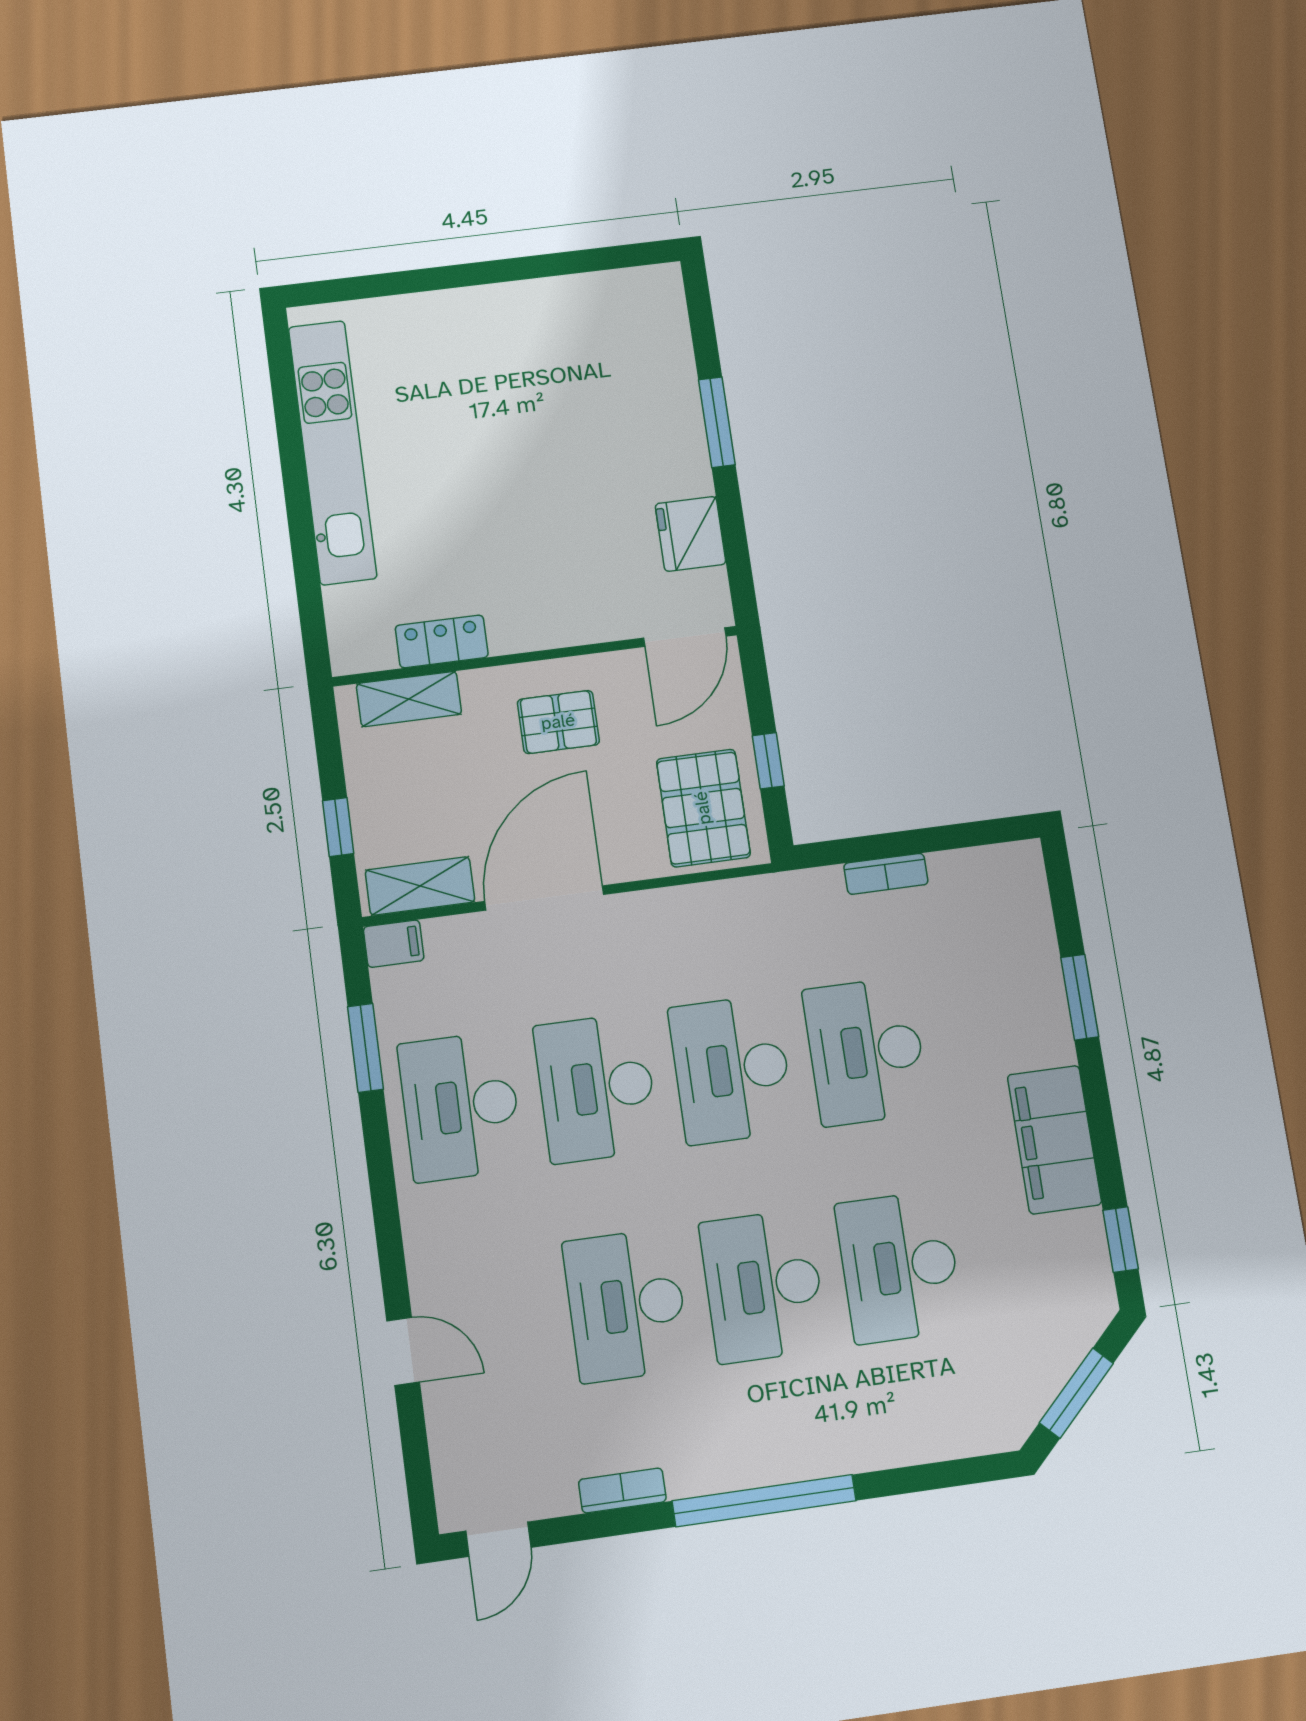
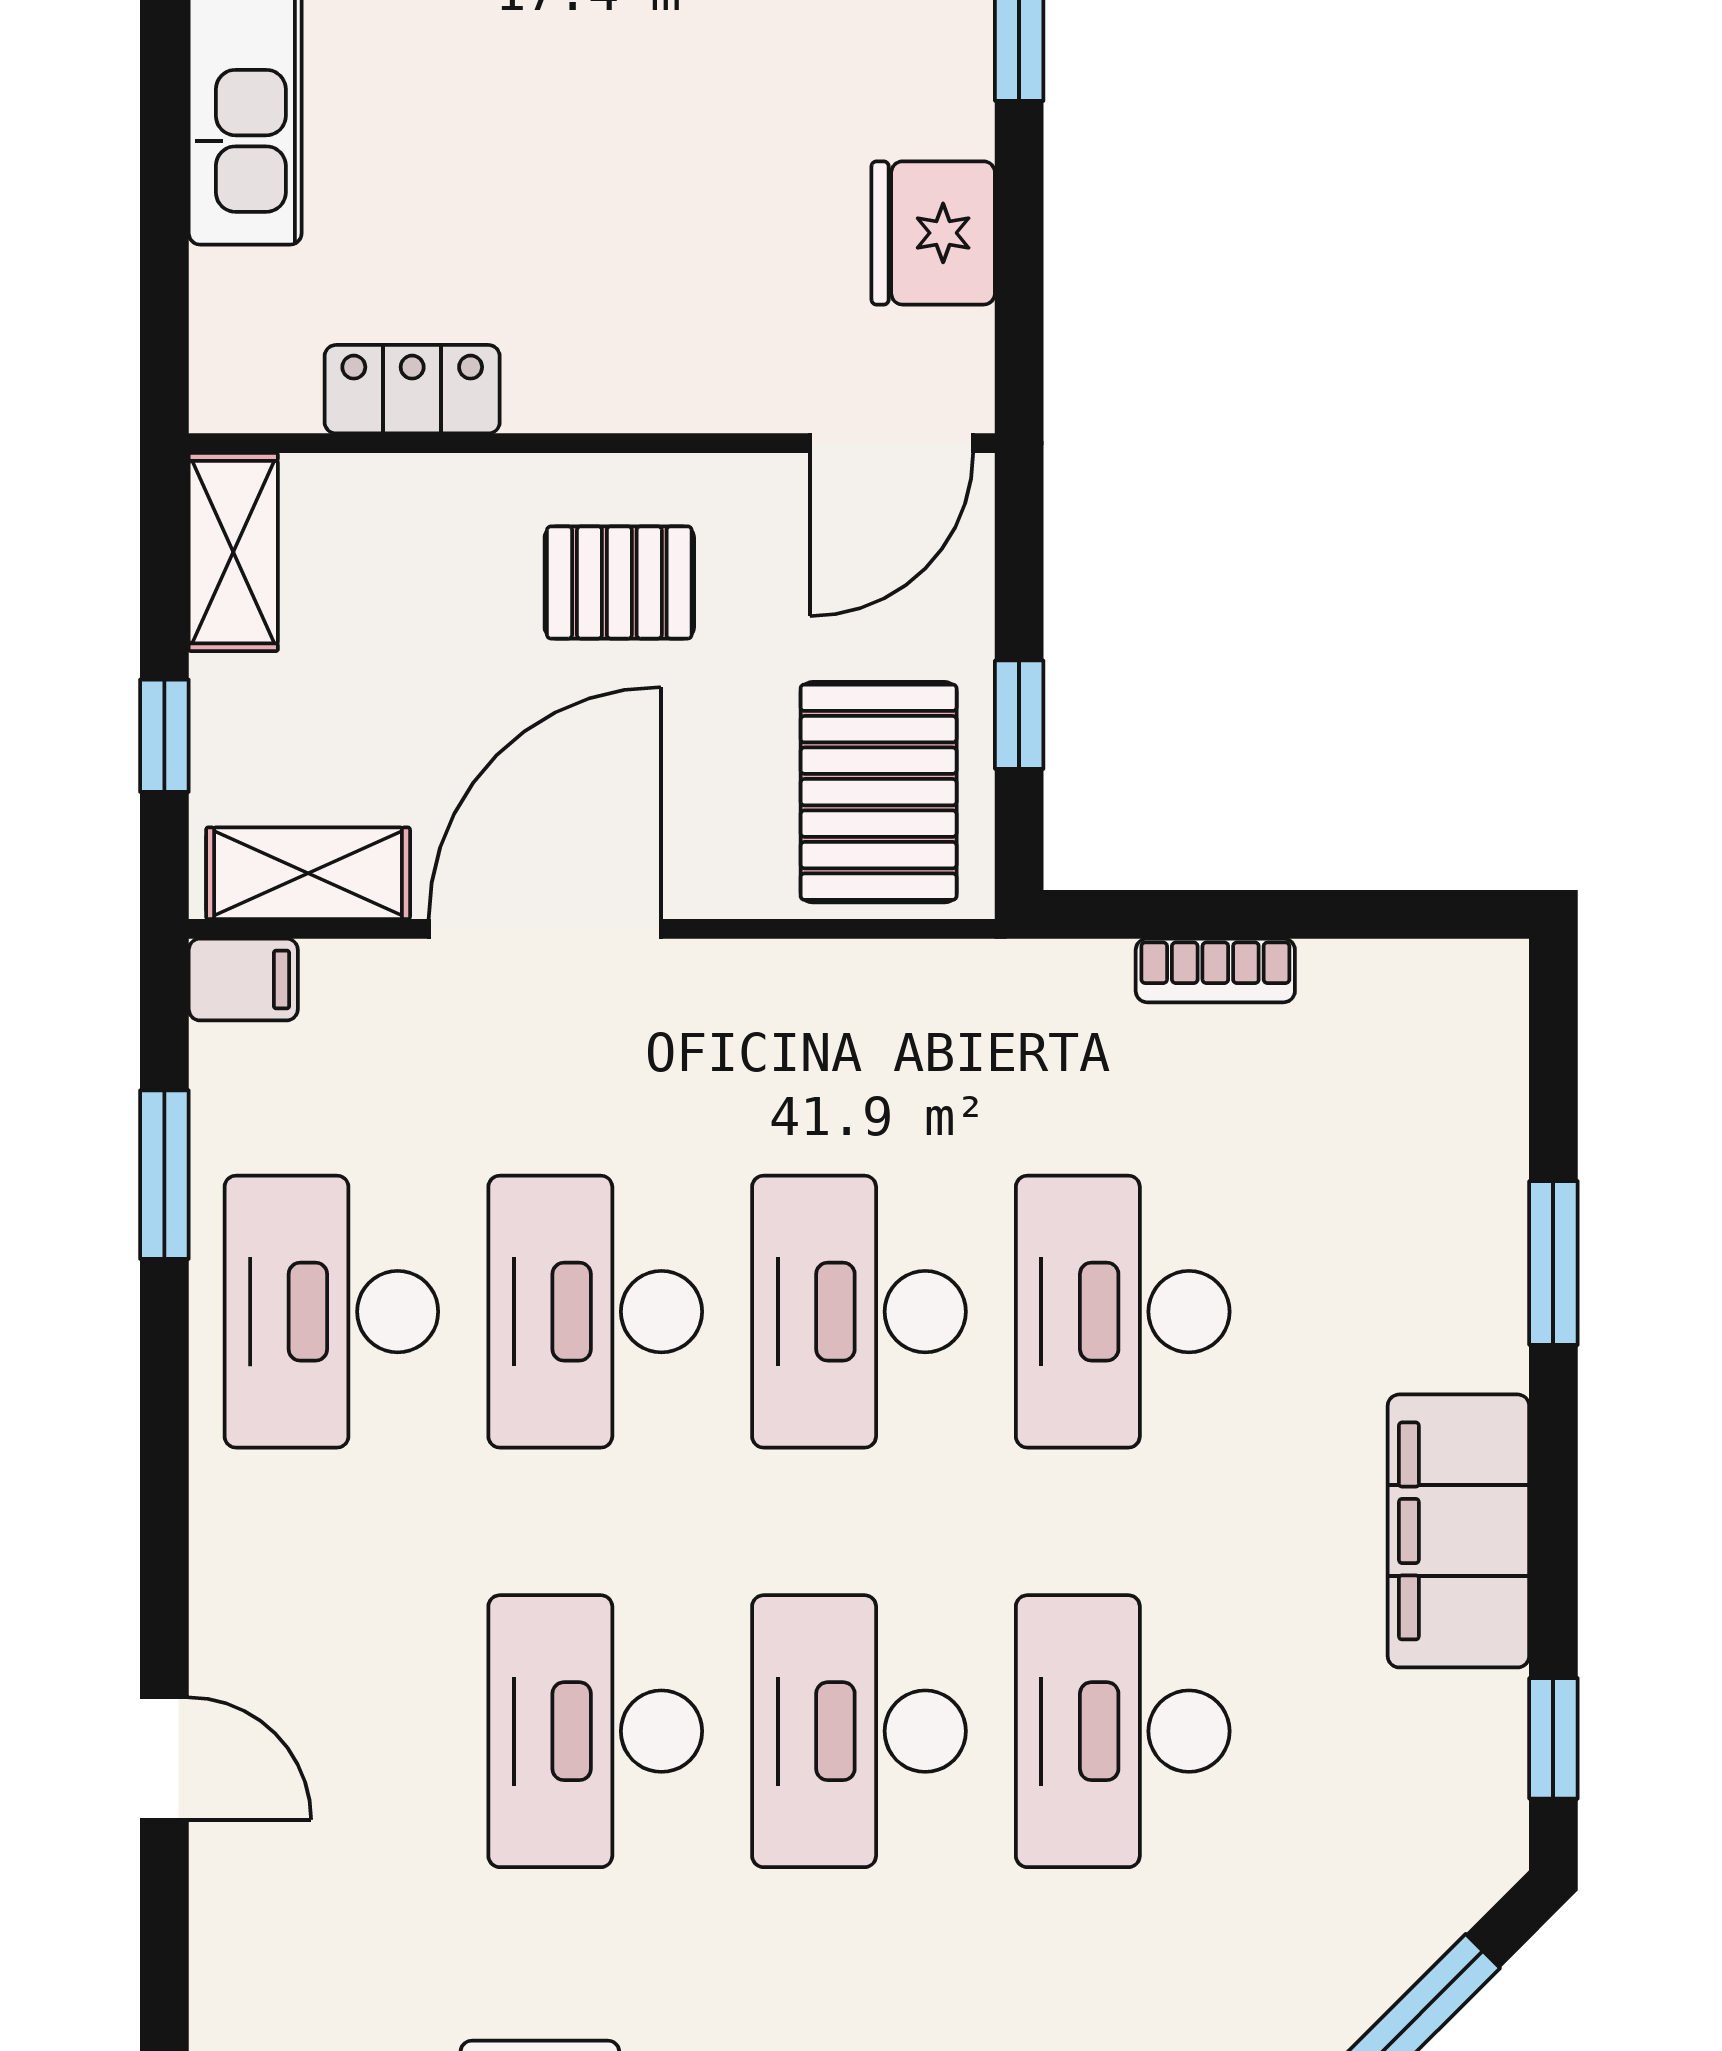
shelving: (409, 699) -> (233, 552), moved, turned 90

